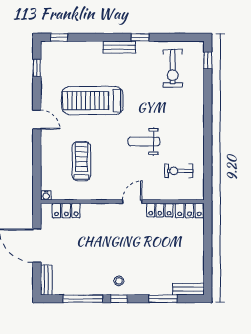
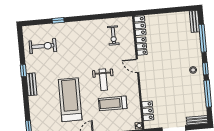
window: (208, 60) -> (58, 20), moved
treadmill: (92, 101) -> (70, 100), turned 180
weight bench: (144, 141) -> (103, 80), moved
window: (163, 299) -> (203, 38), width x1.44

